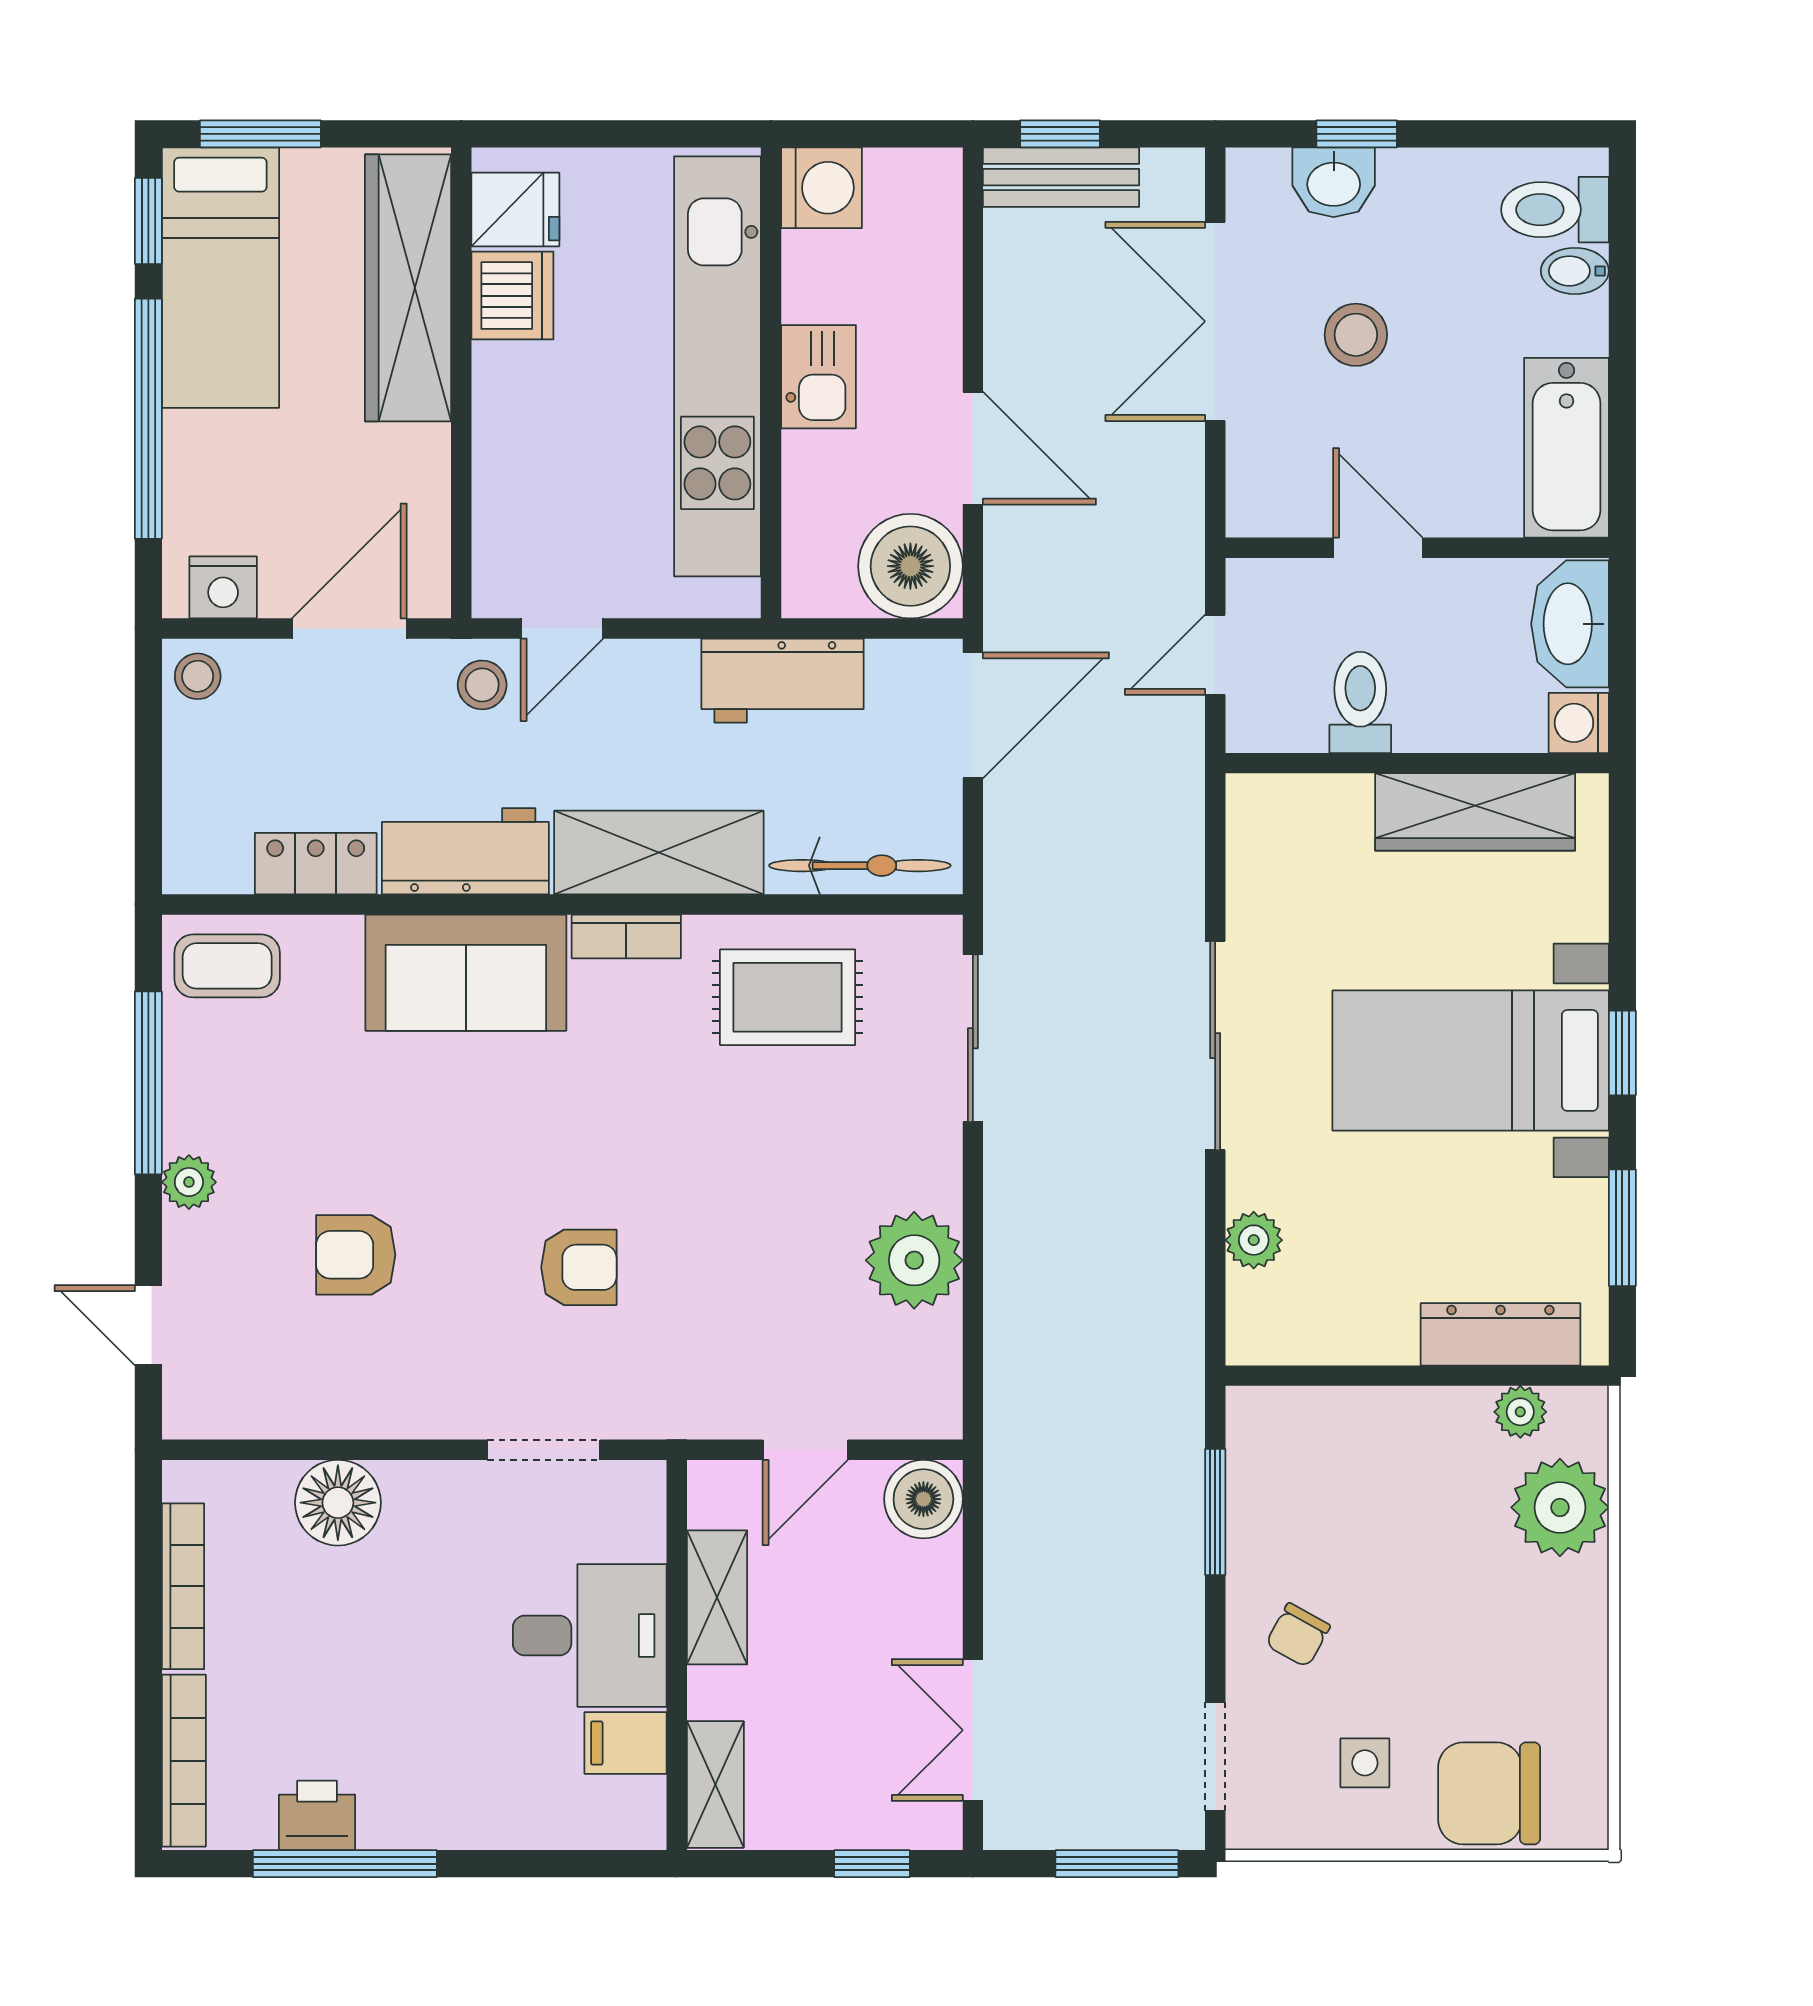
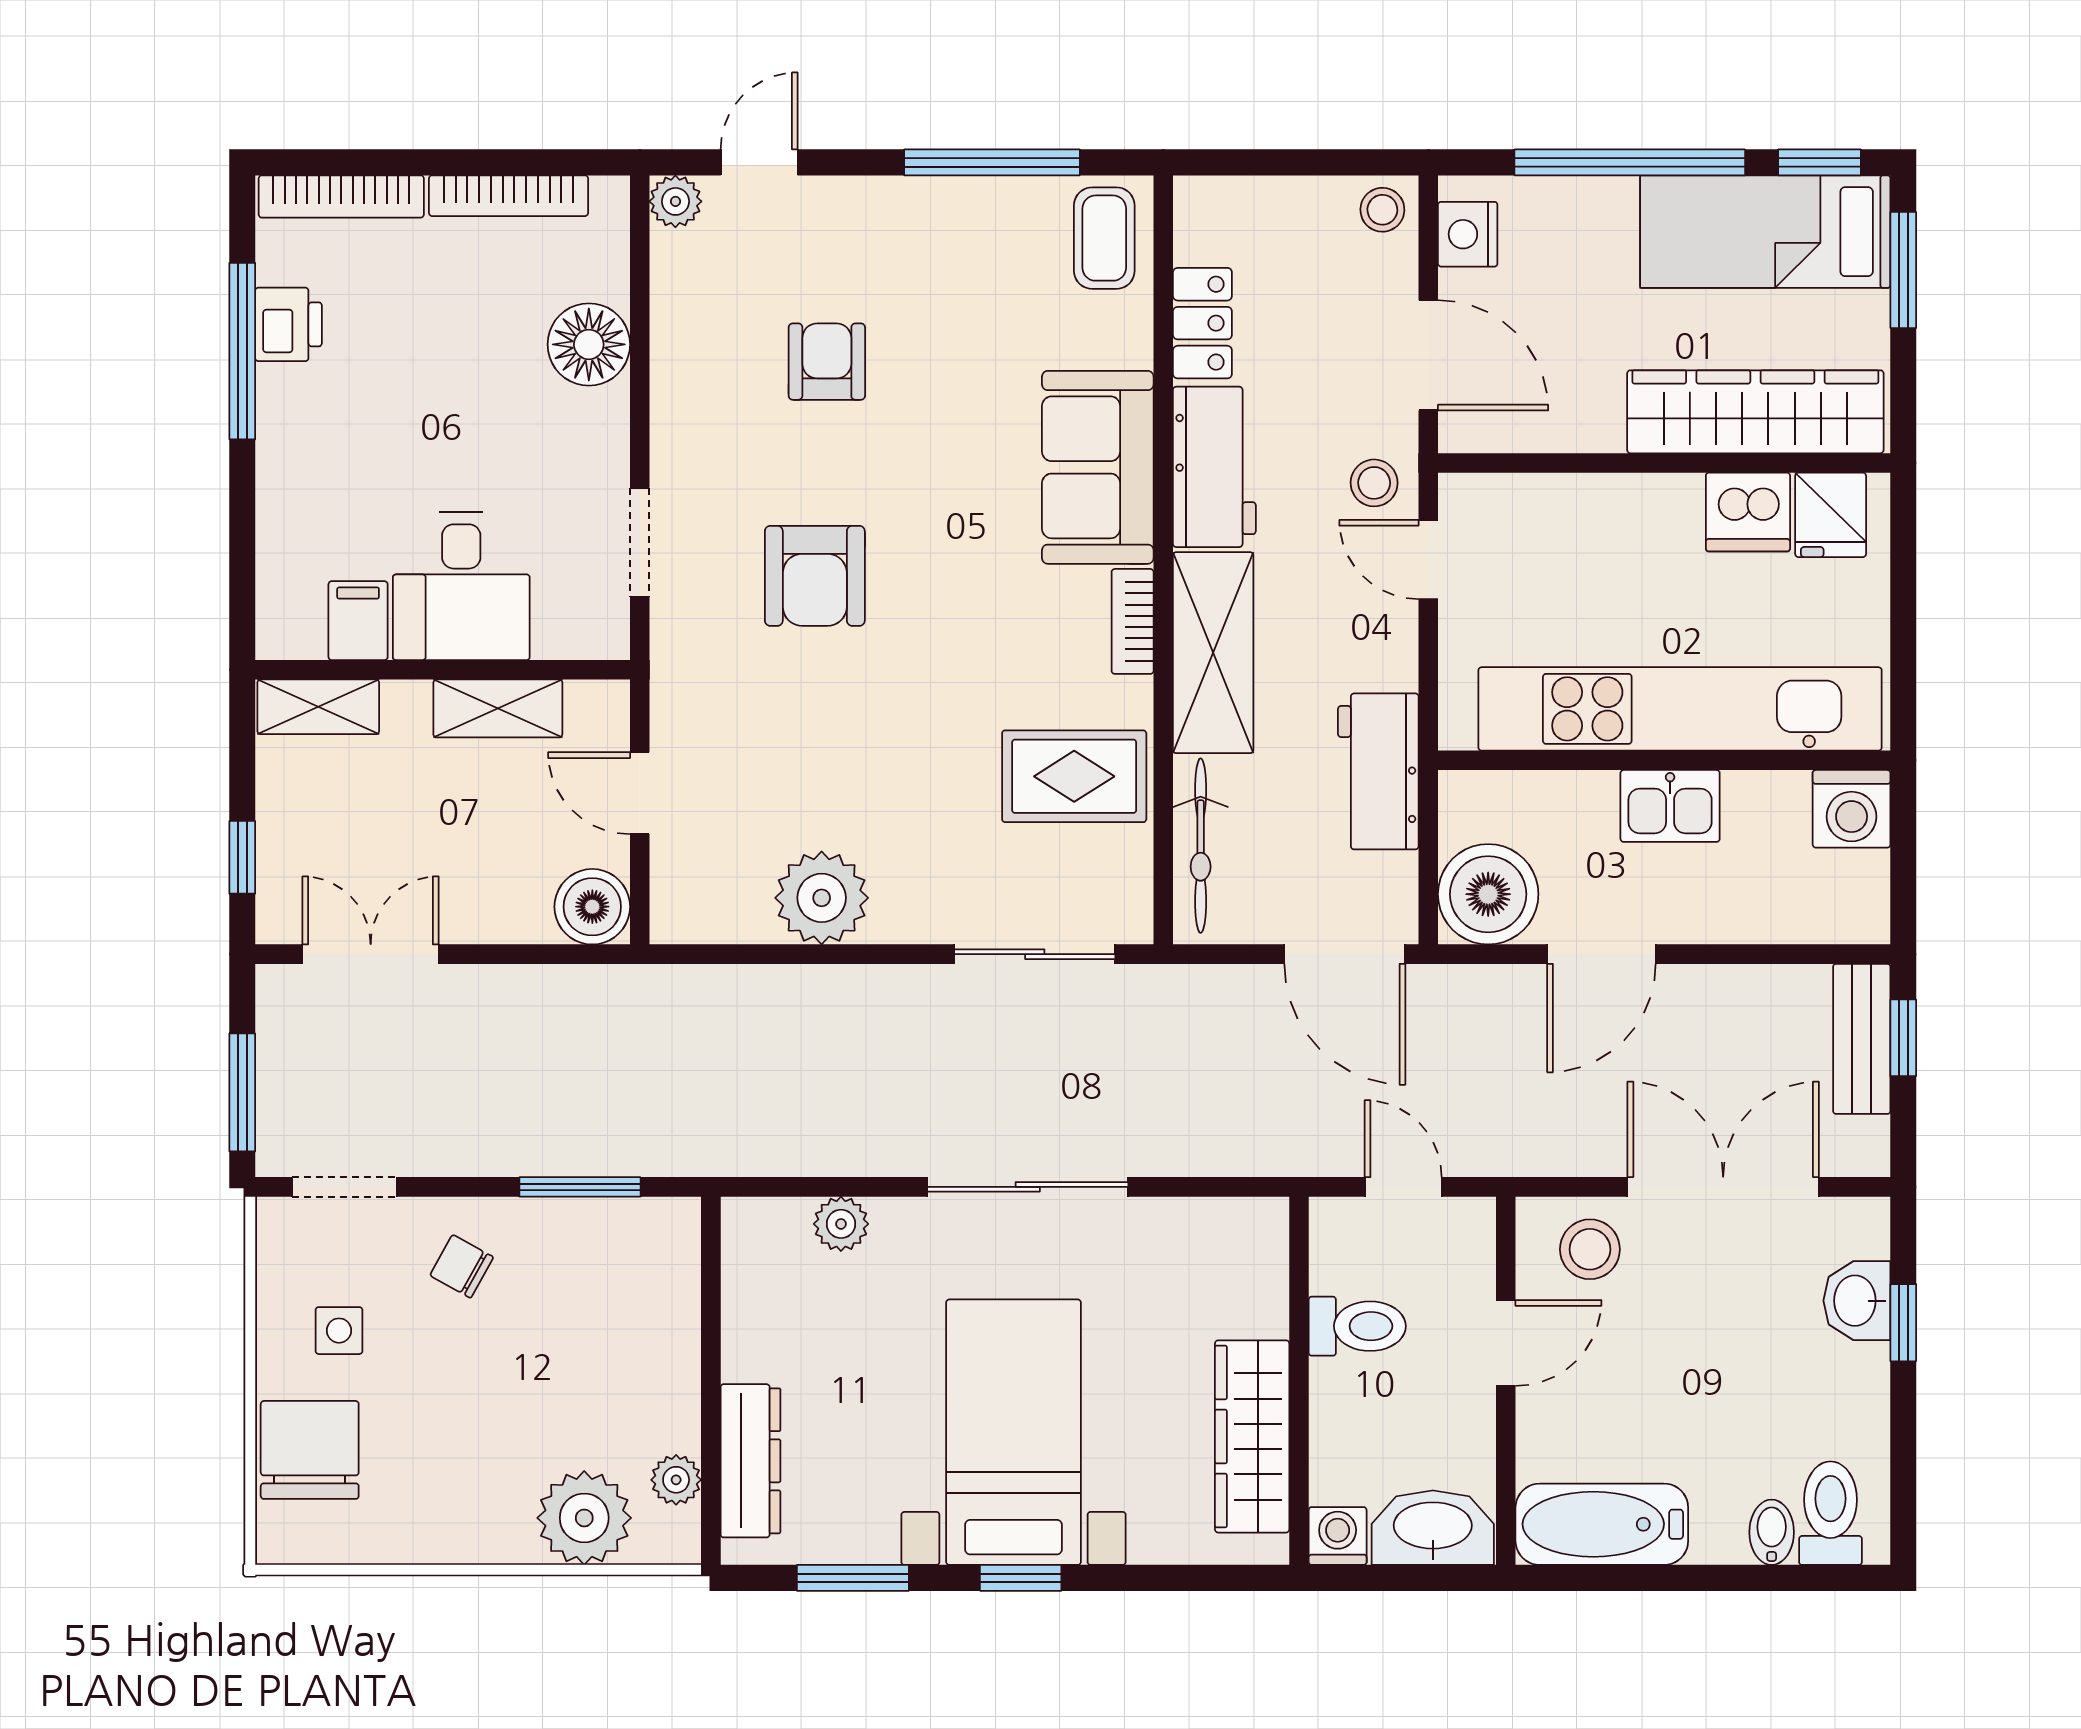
stool: (1356, 335) -> (1590, 1249), moved
rug: (788, 997) -> (1074, 776), turned 90
plant: (189, 1182) -> (675, 201), moved
armchair: (579, 1267) -> (815, 576), width x1.38, depth x1.38

